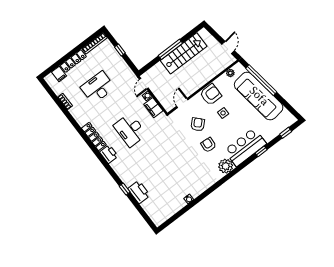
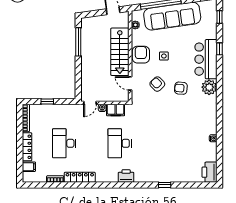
window: (170, 49) -> (78, 42), moved
stairs: (184, 53) -> (120, 52), moved, turned 180
door: (144, 84) -> (90, 103), hinge flipped
desk: (130, 130) -> (120, 143), turned 90
locker: (94, 137) -> (80, 177), moved
printer: (139, 192) -> (209, 172), moved, turned -90

